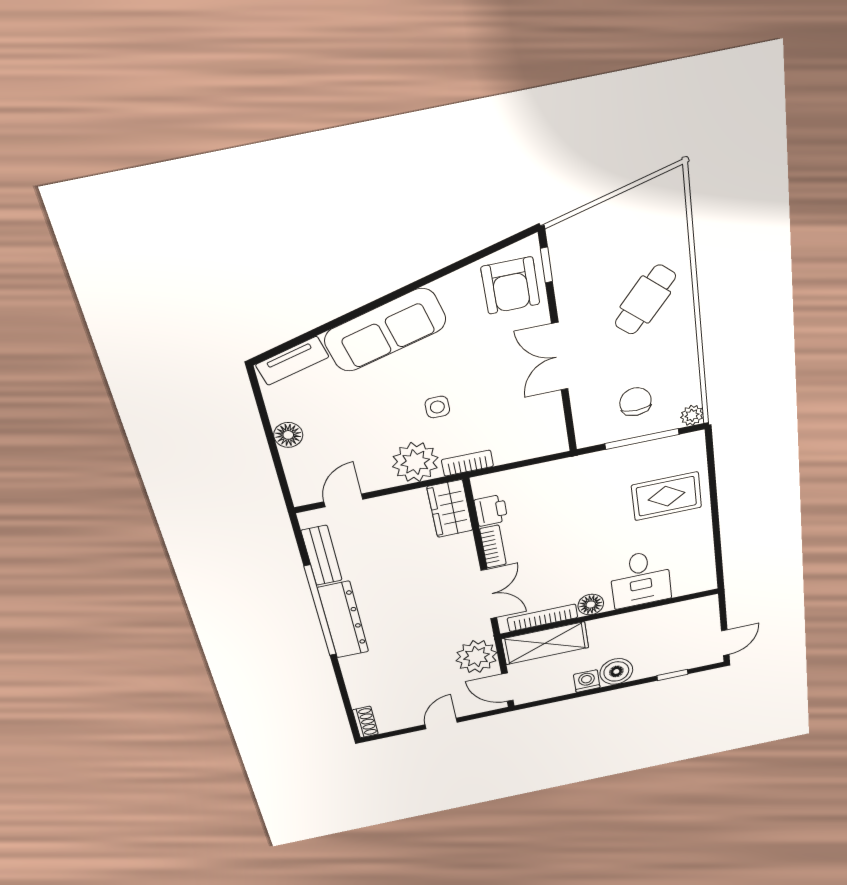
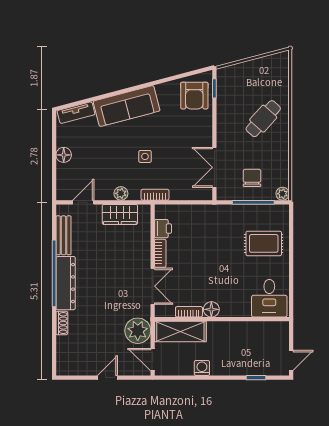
double door: (560, 357) -> (214, 167), moved
plant: (415, 462) -> (121, 193), width x0.53, depth x0.53
wardrobe: (450, 509) -> (120, 214), moved, turned -90
desk: (640, 579) -> (269, 298), moved
bookcase: (542, 618) -> (189, 312), width x0.64
boiler: (616, 671) -> (221, 365), removed
shoe rack: (365, 722) -> (62, 323), moved

